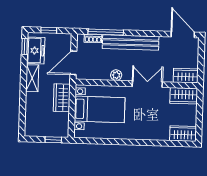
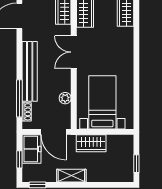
freezer: (36, 50) -> (32, 149), moved, turned 90
plant: (116, 75) -> (65, 98), moved
window: (53, 140) -> (136, 164), moved

